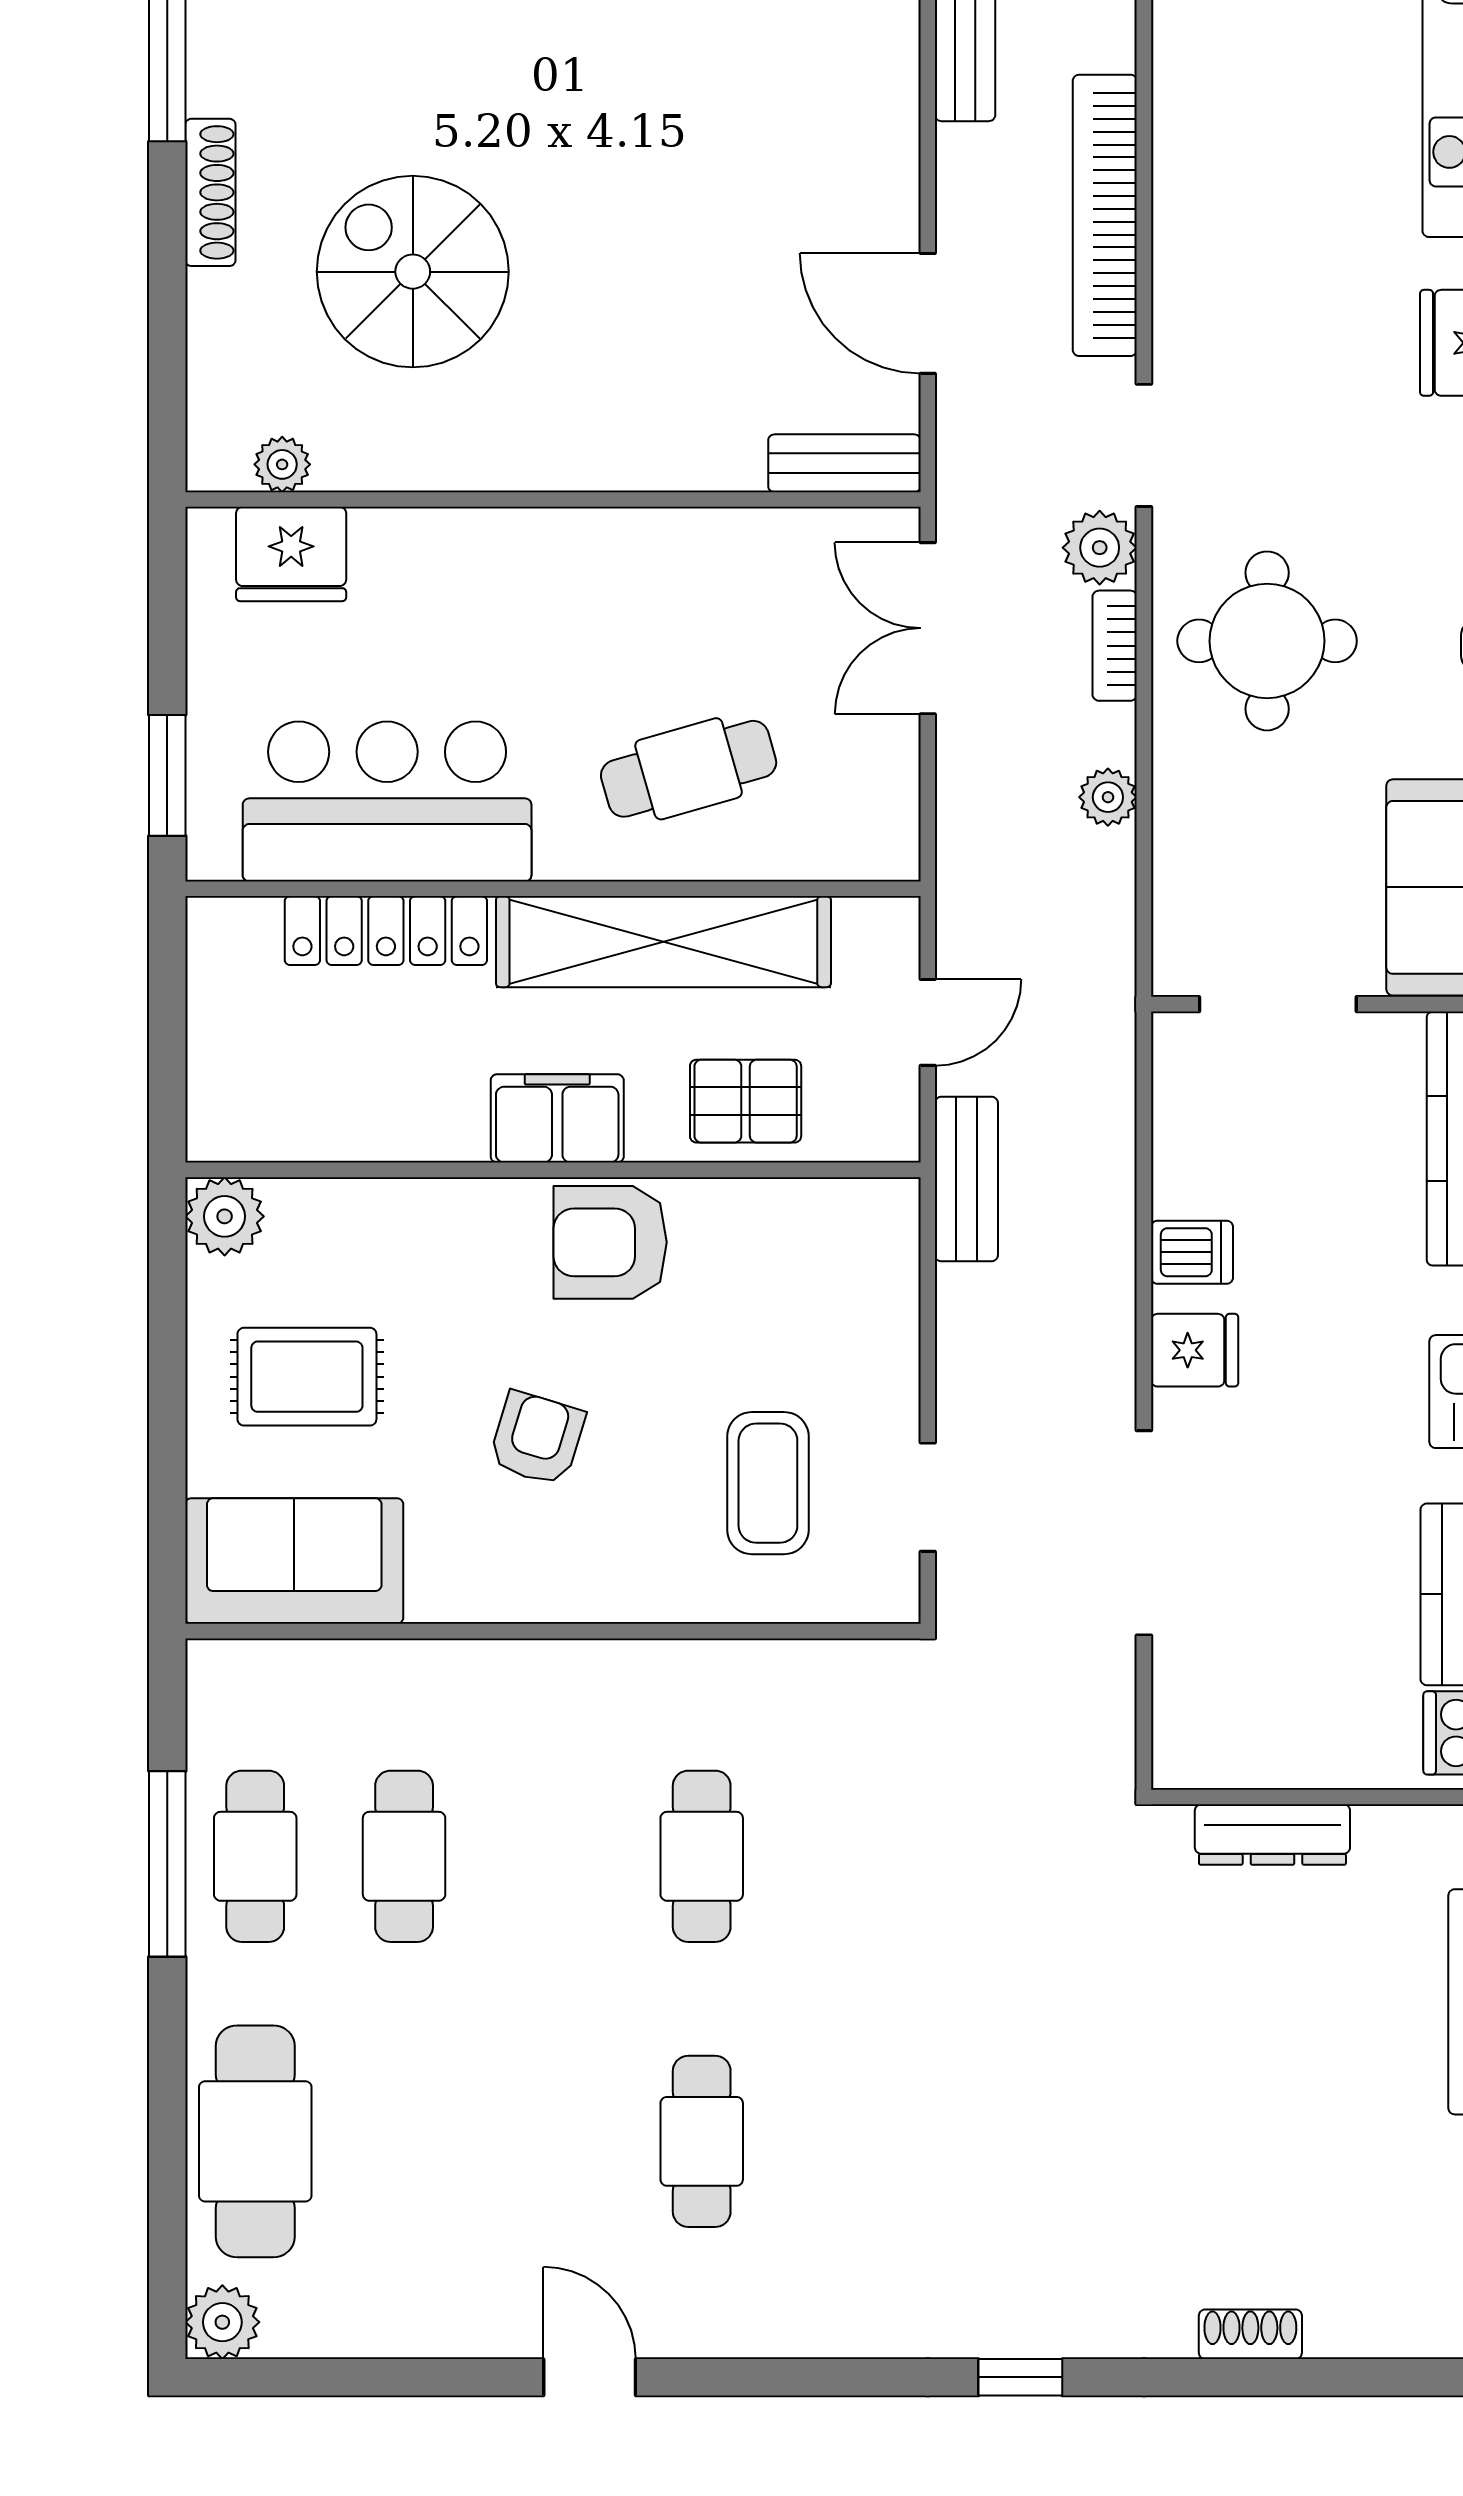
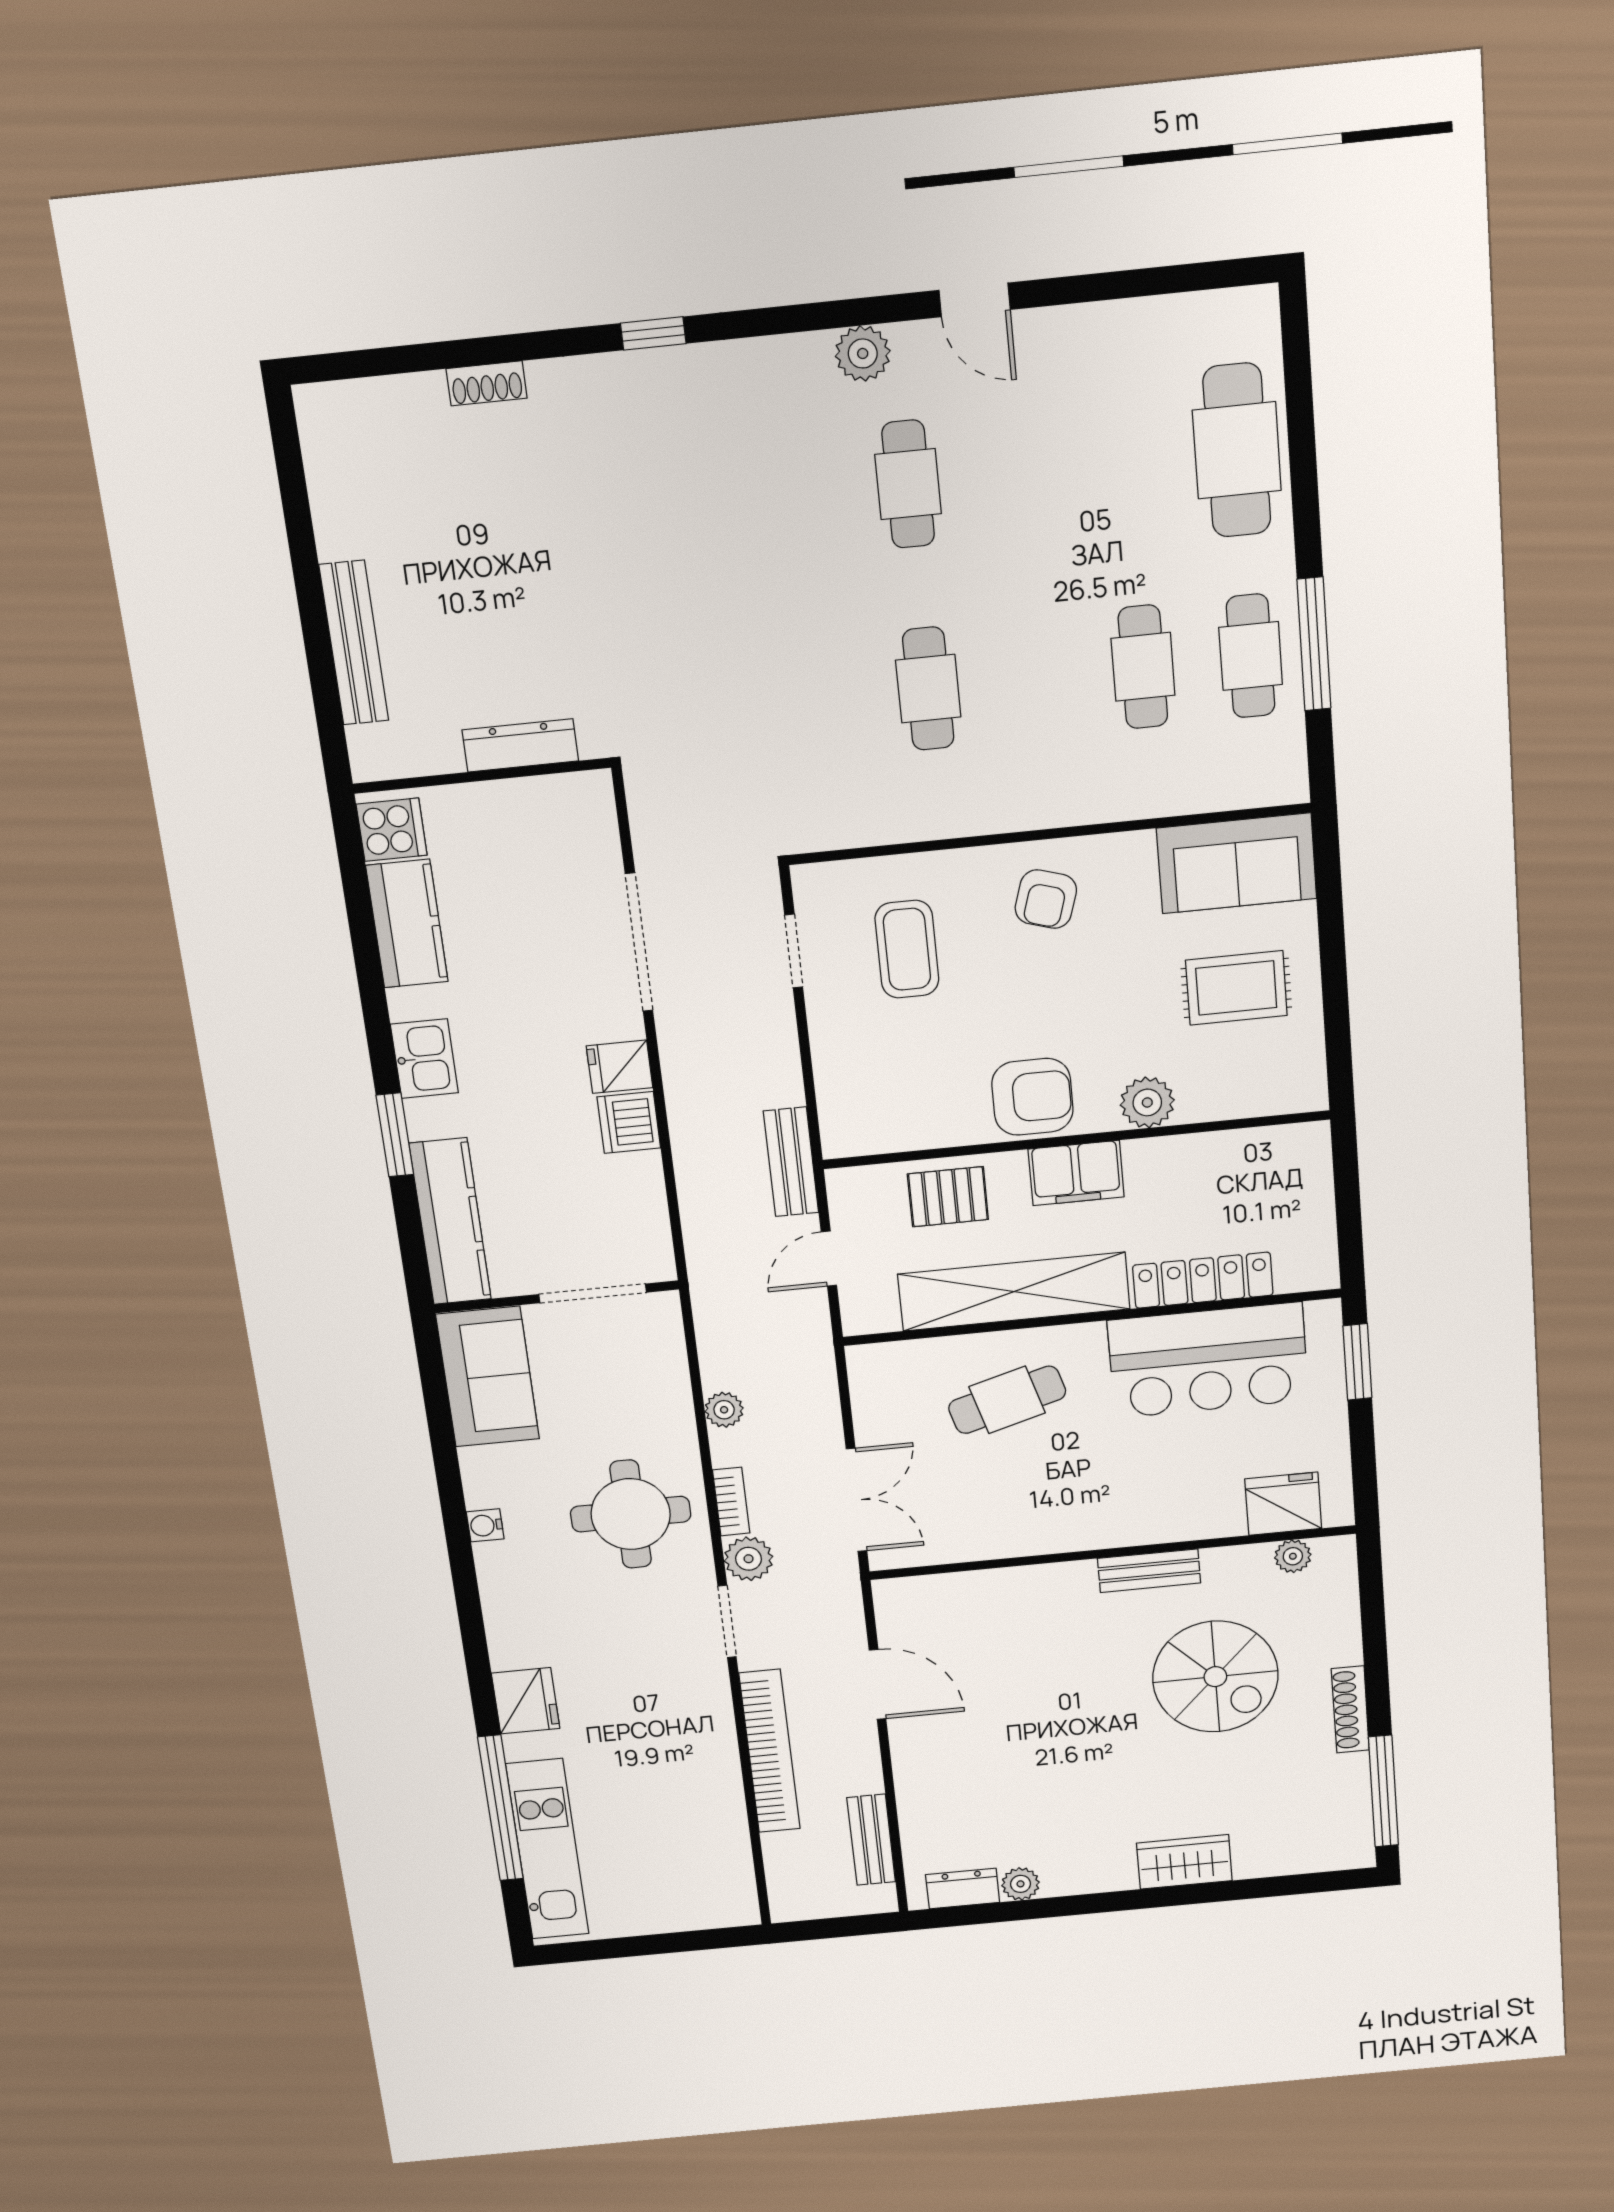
bench: (844, 463) -> (1149, 1571), moved
plant: (225, 1216) -> (1147, 1102), moved
dishwasher: (1192, 1252) -> (629, 1122), width x1.38
armchair: (537, 1438) -> (1046, 899), moved
plant: (222, 2322) -> (863, 353), moved

